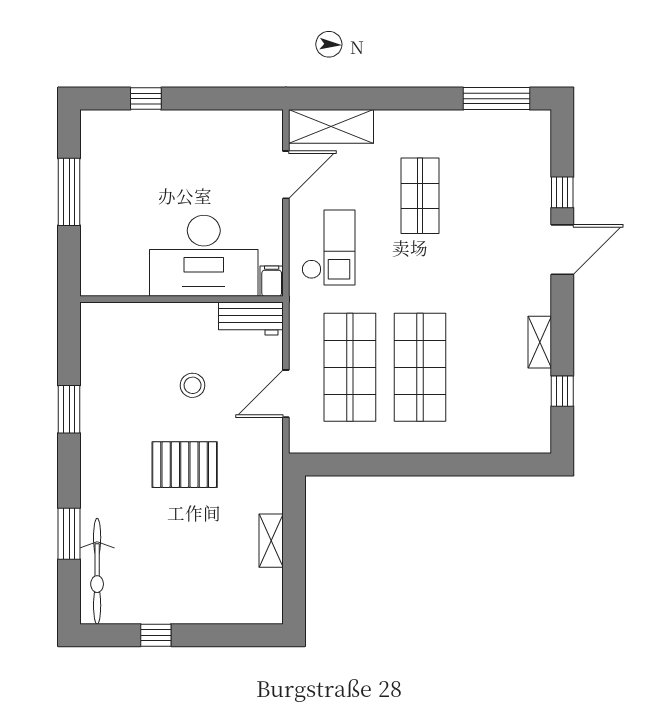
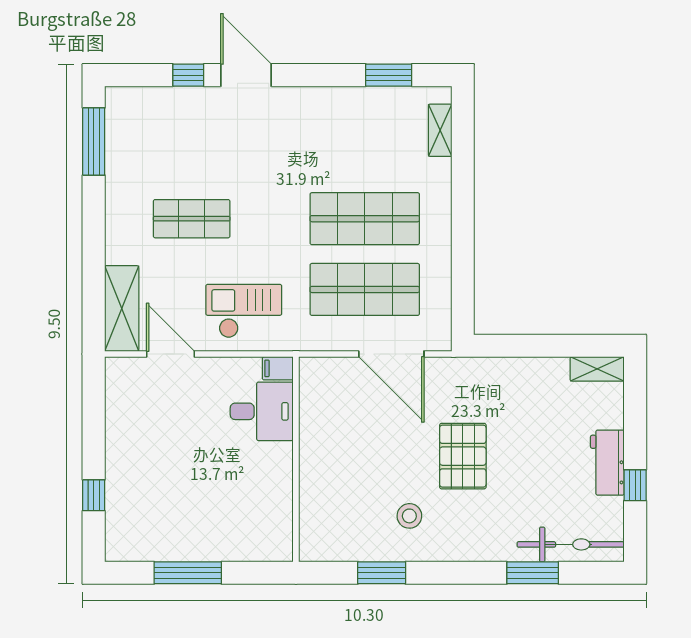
desk: (204, 256) -> (262, 411), width x0.53, depth x0.77
workbench: (251, 319) -> (607, 463), moved, turned 180
shelving: (540, 342) -> (440, 130), moved, turned 90
stool: (193, 385) -> (409, 516), moved
window: (562, 391) -> (389, 75), width x1.50
door: (286, 394) -> (391, 354), width x1.36
window: (69, 409) -> (382, 573), moved
shelving: (271, 541) -> (597, 369), moved

